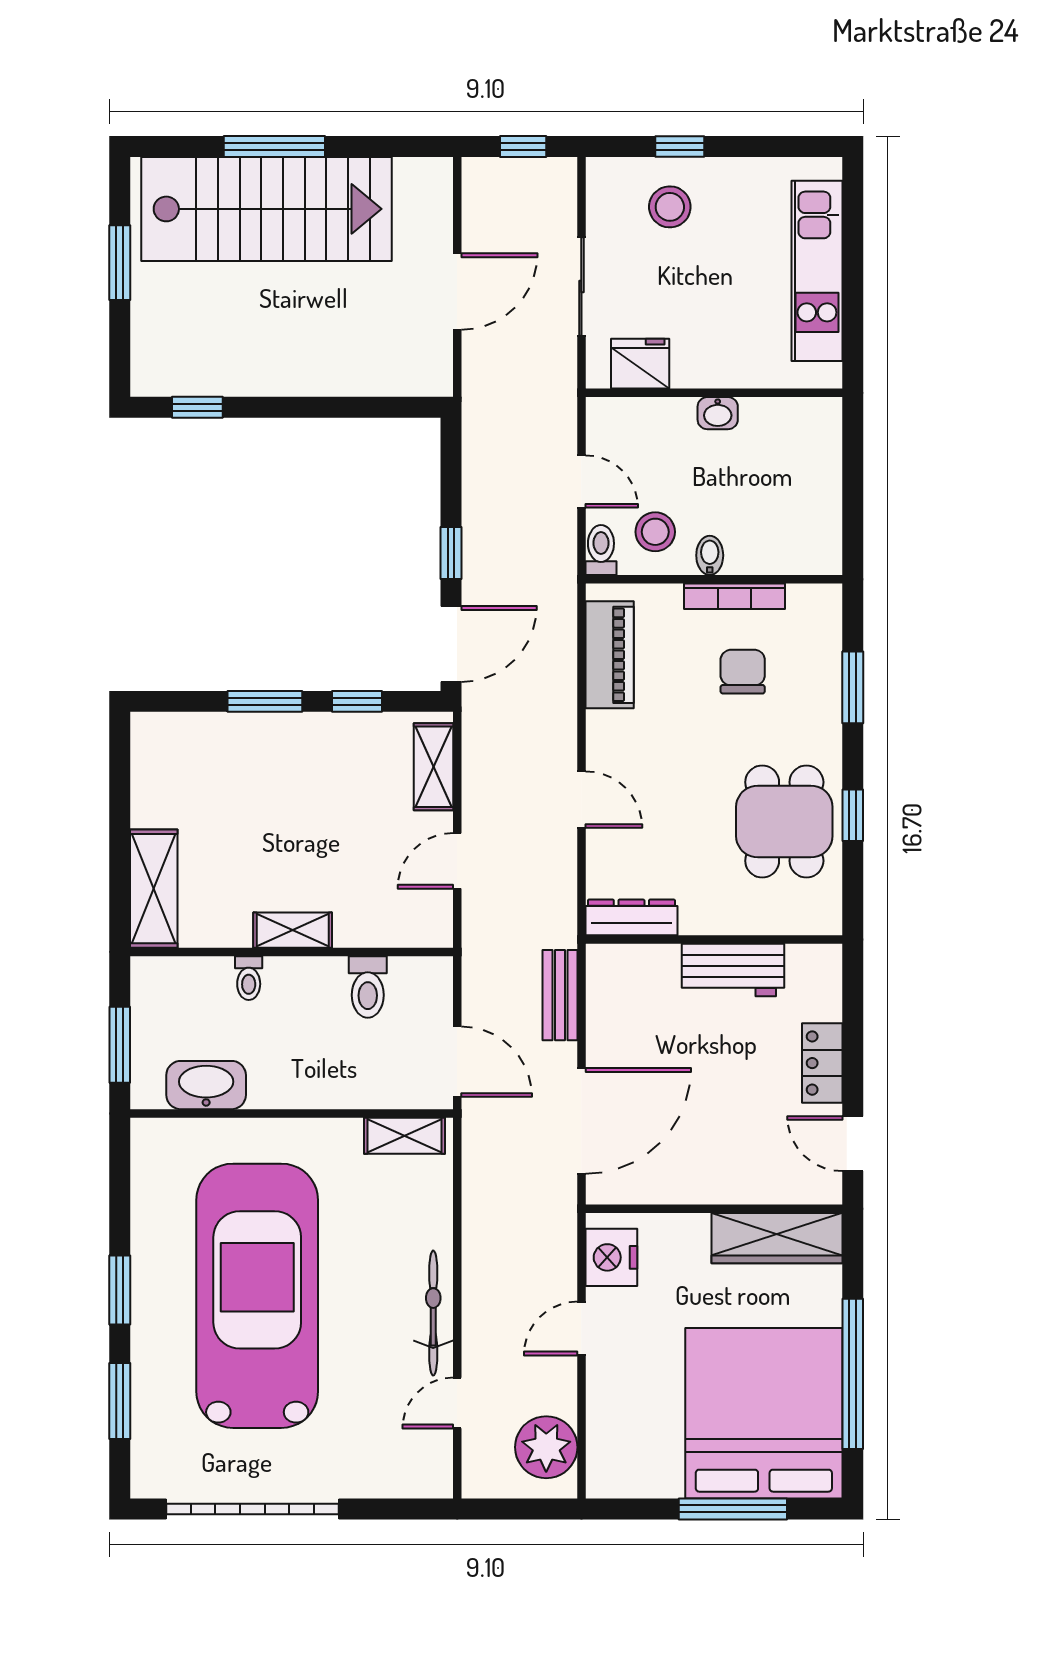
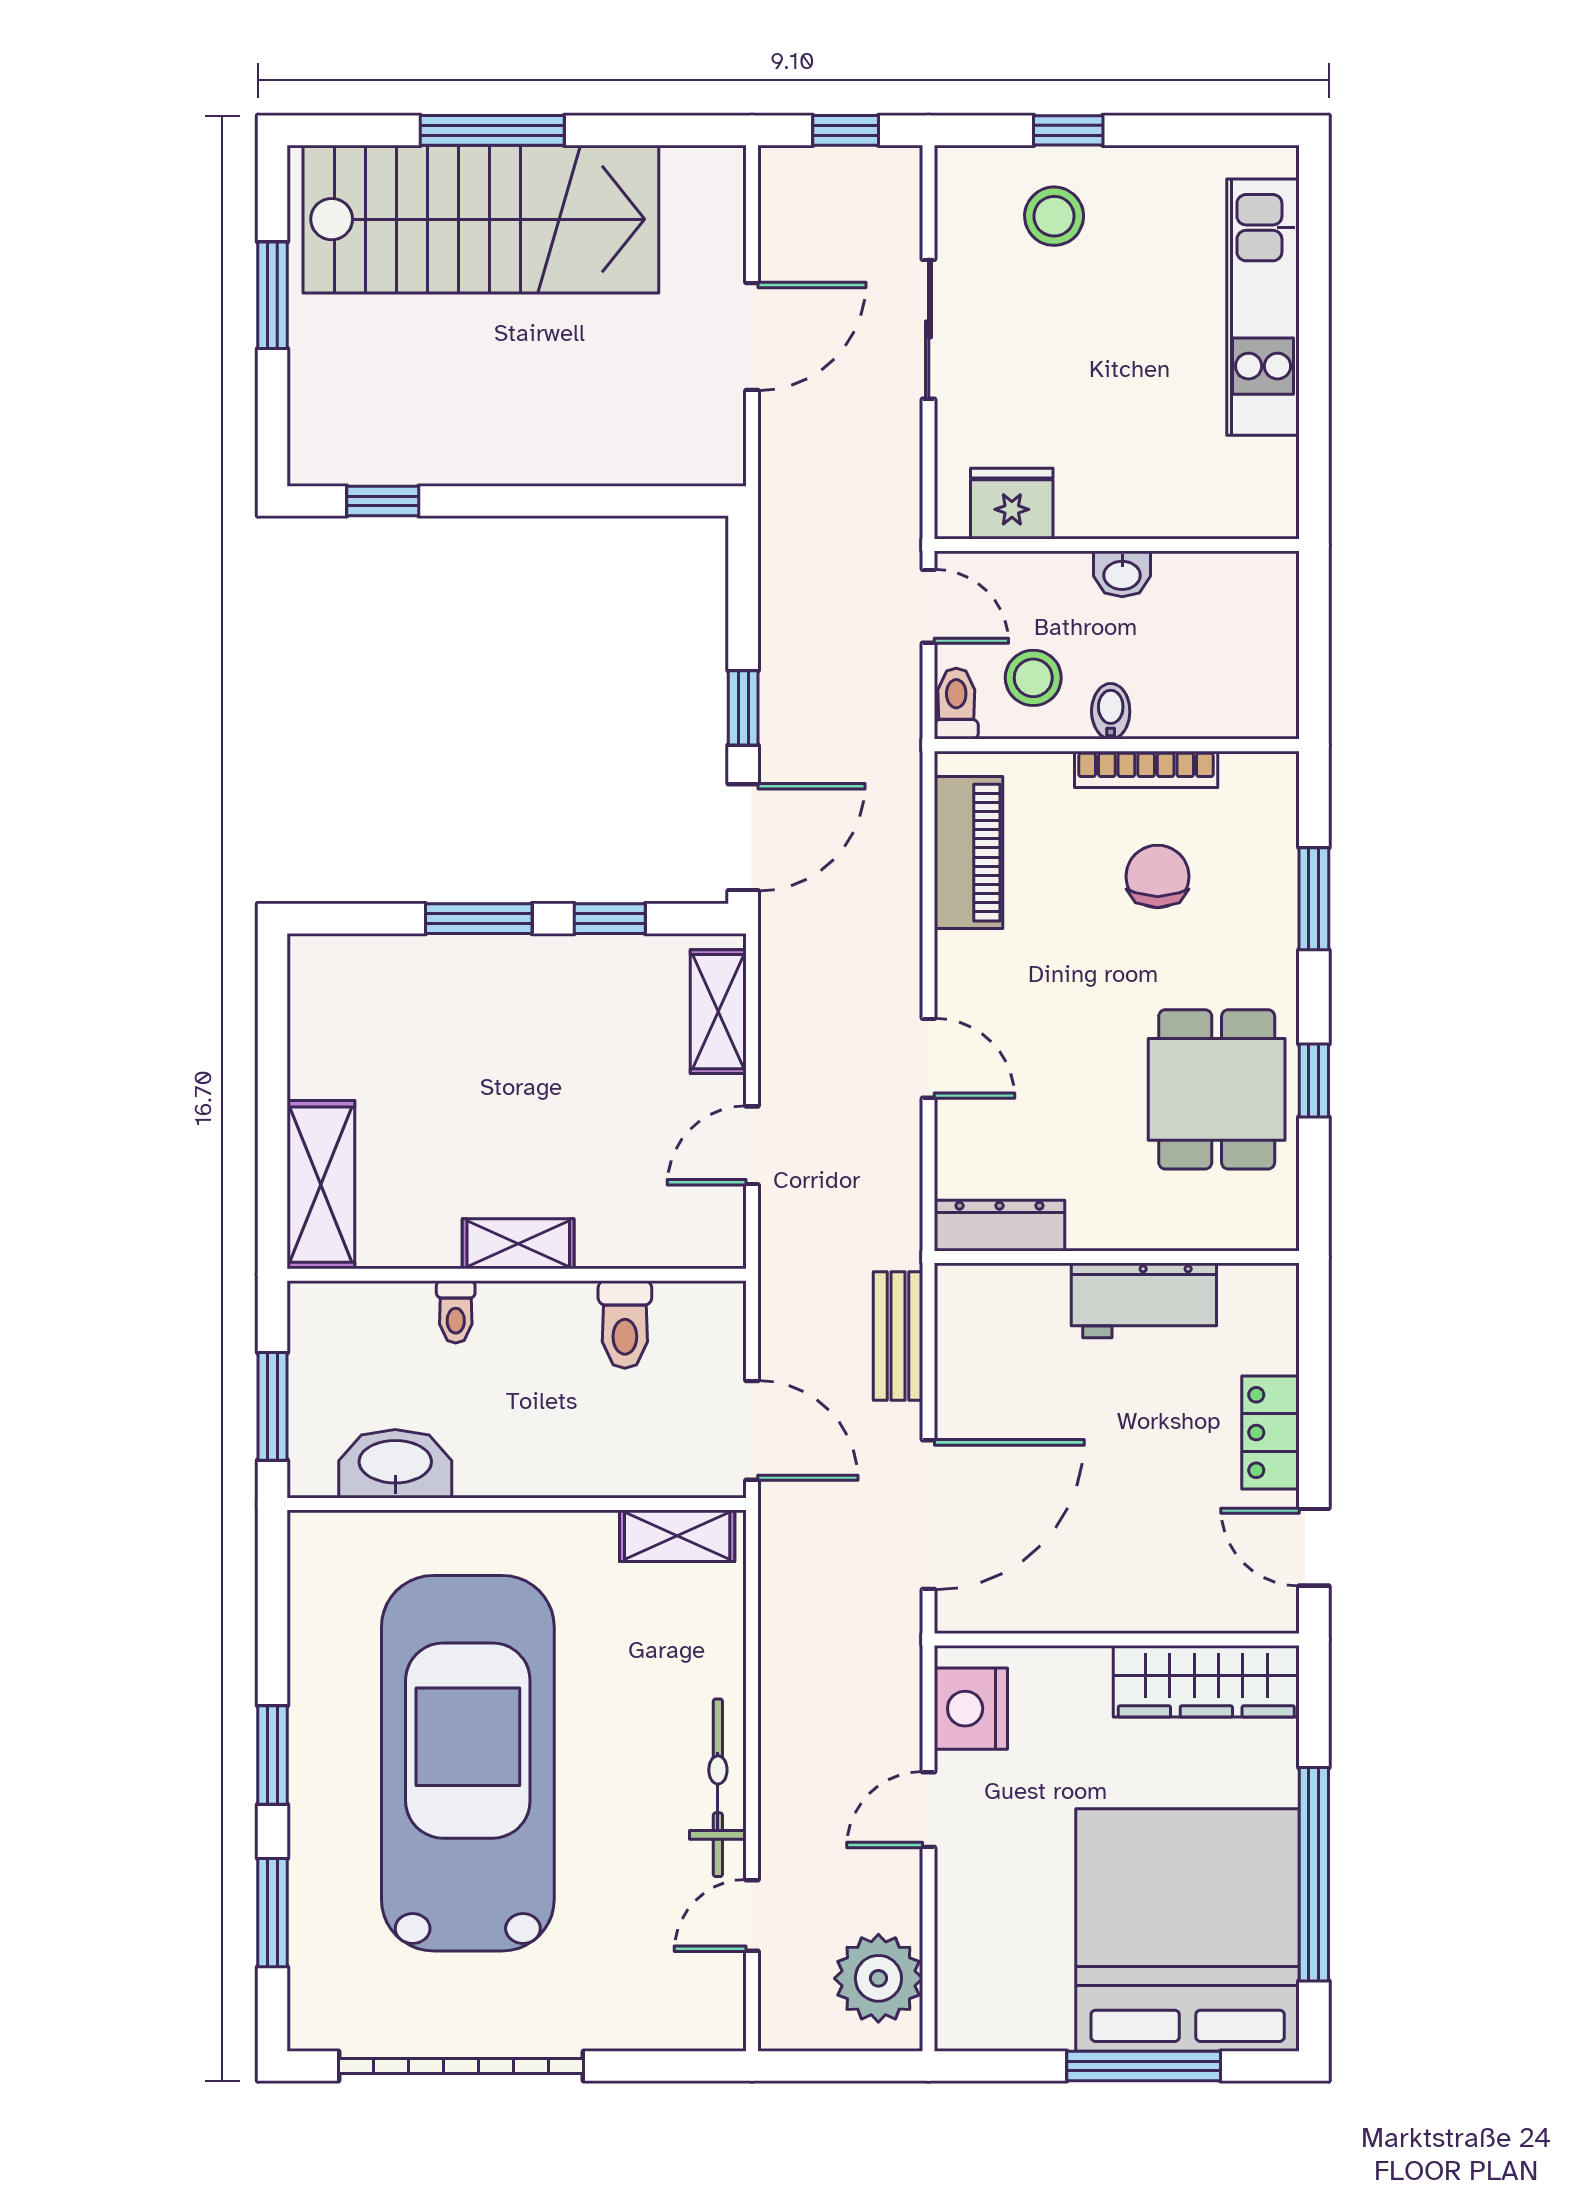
fridge: (640, 364) -> (1012, 504), moved
wall: (714, 393) -> (1117, 545), moved
washbasin: (718, 413) -> (1122, 574), moved

